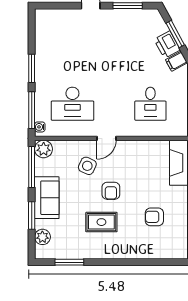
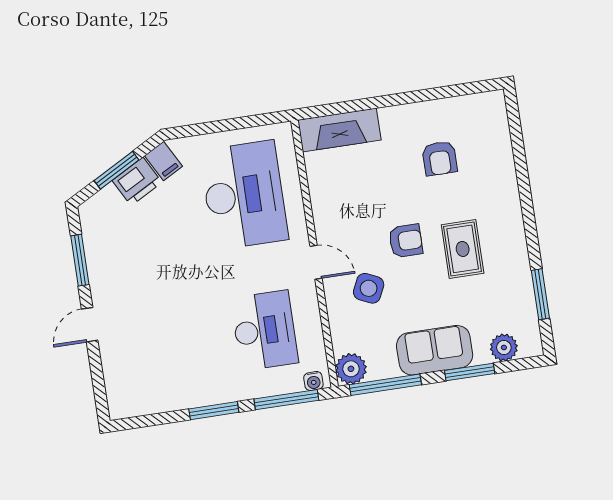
desk: (150, 104) -> (244, 195), width x1.87, depth x1.30

